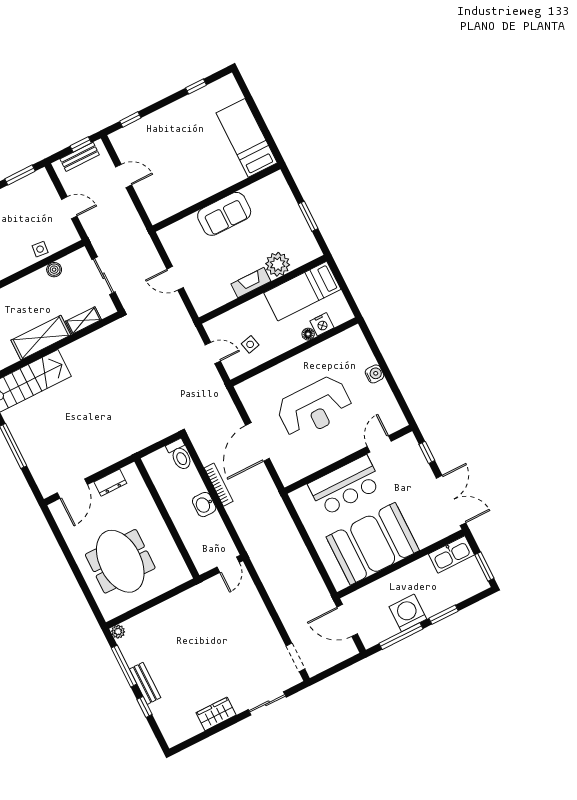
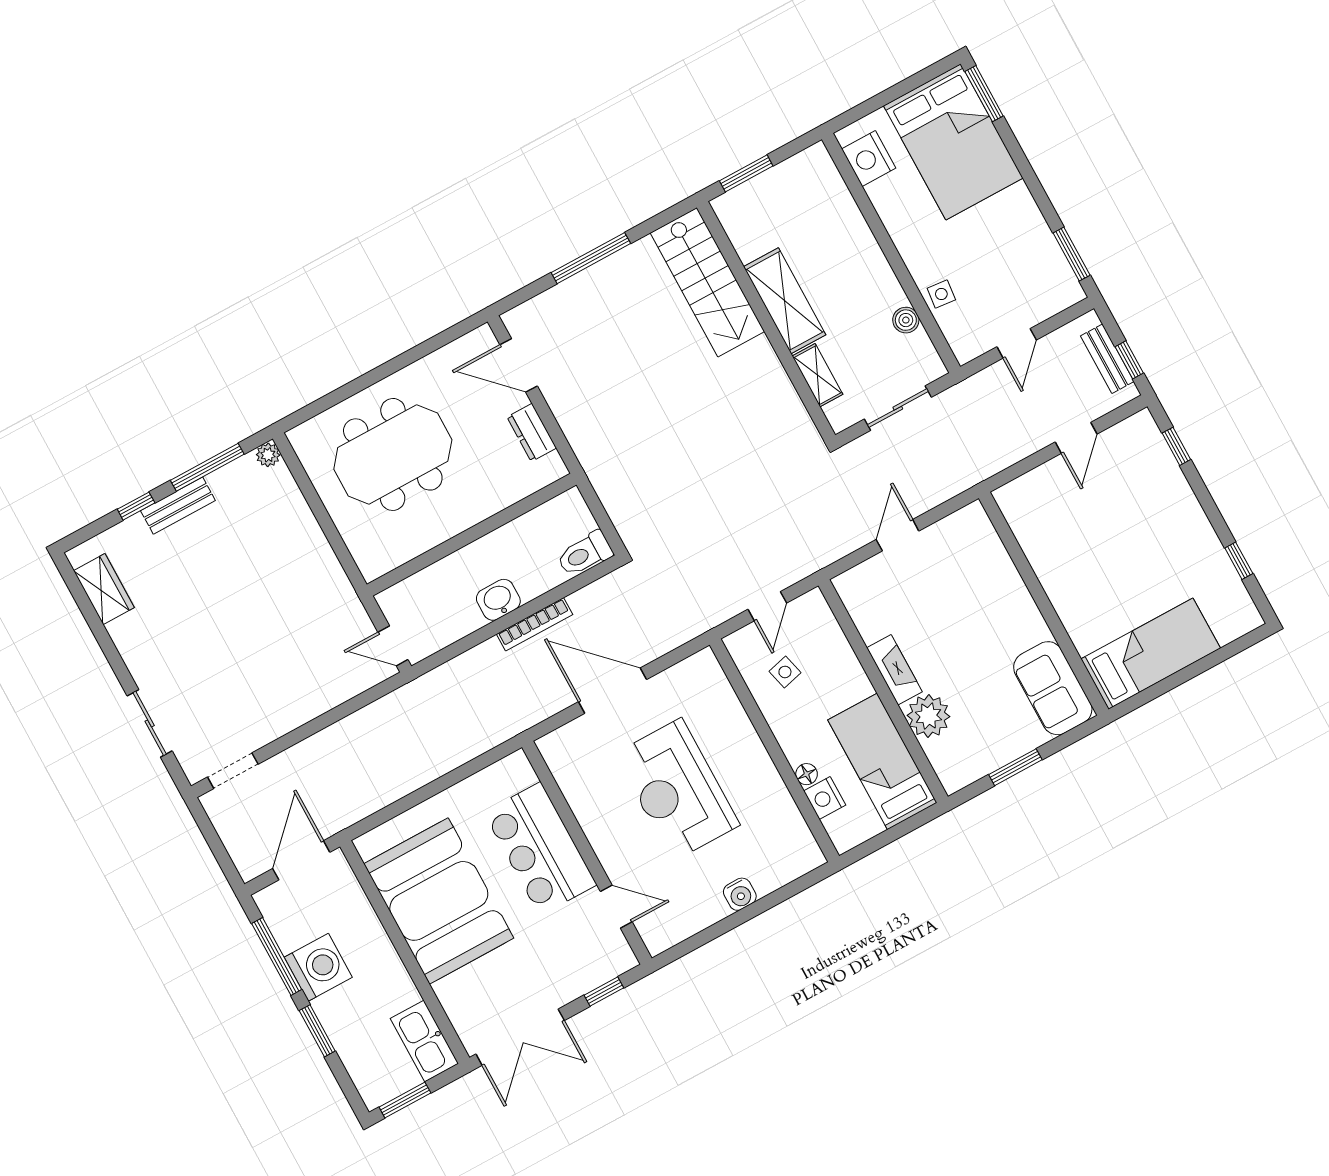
sofa: (224, 214) -> (1053, 688), moved
wardrobe: (216, 714) -> (104, 589), moved

